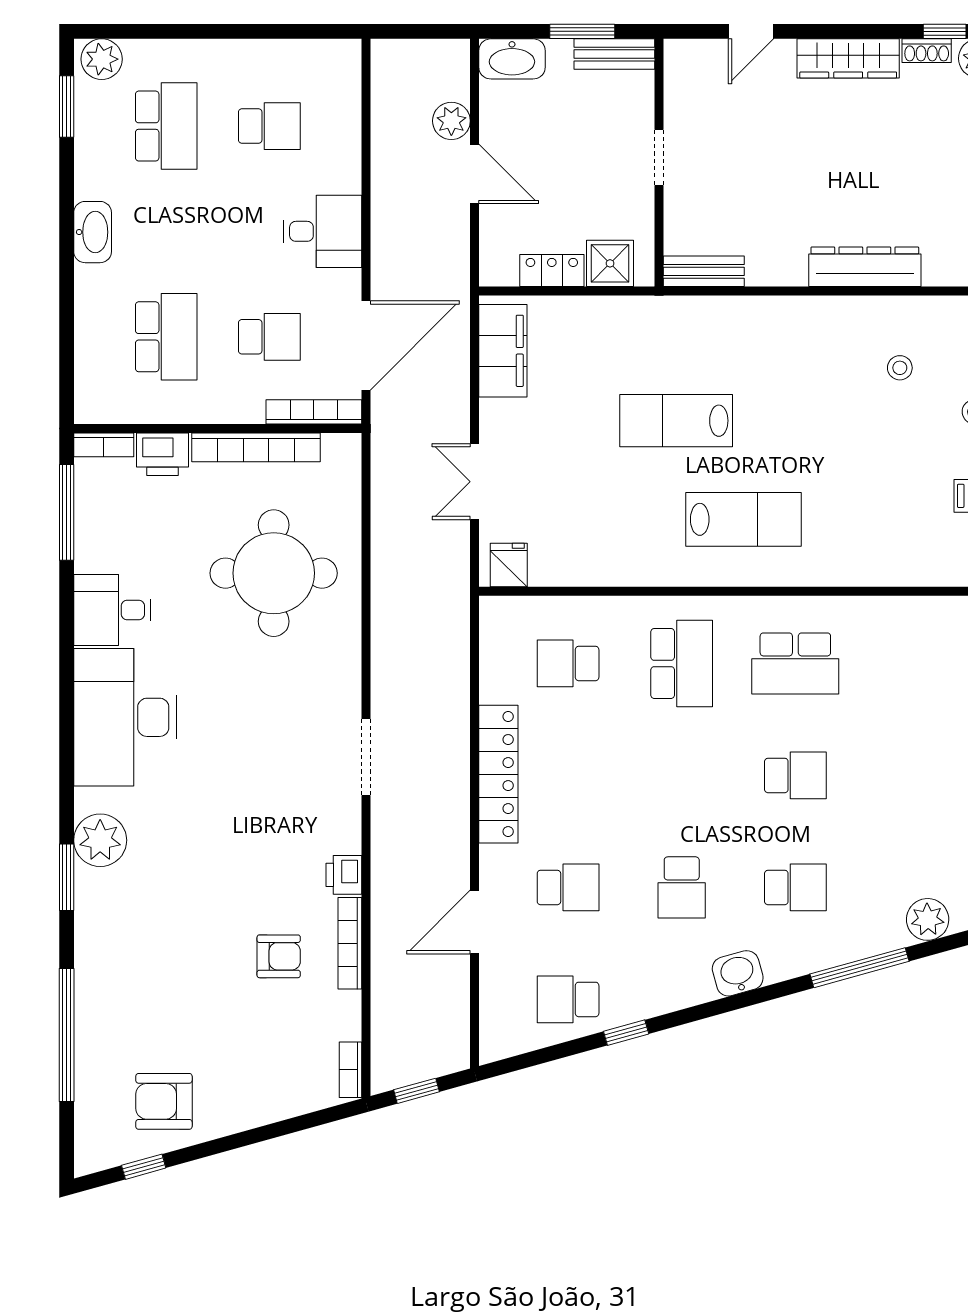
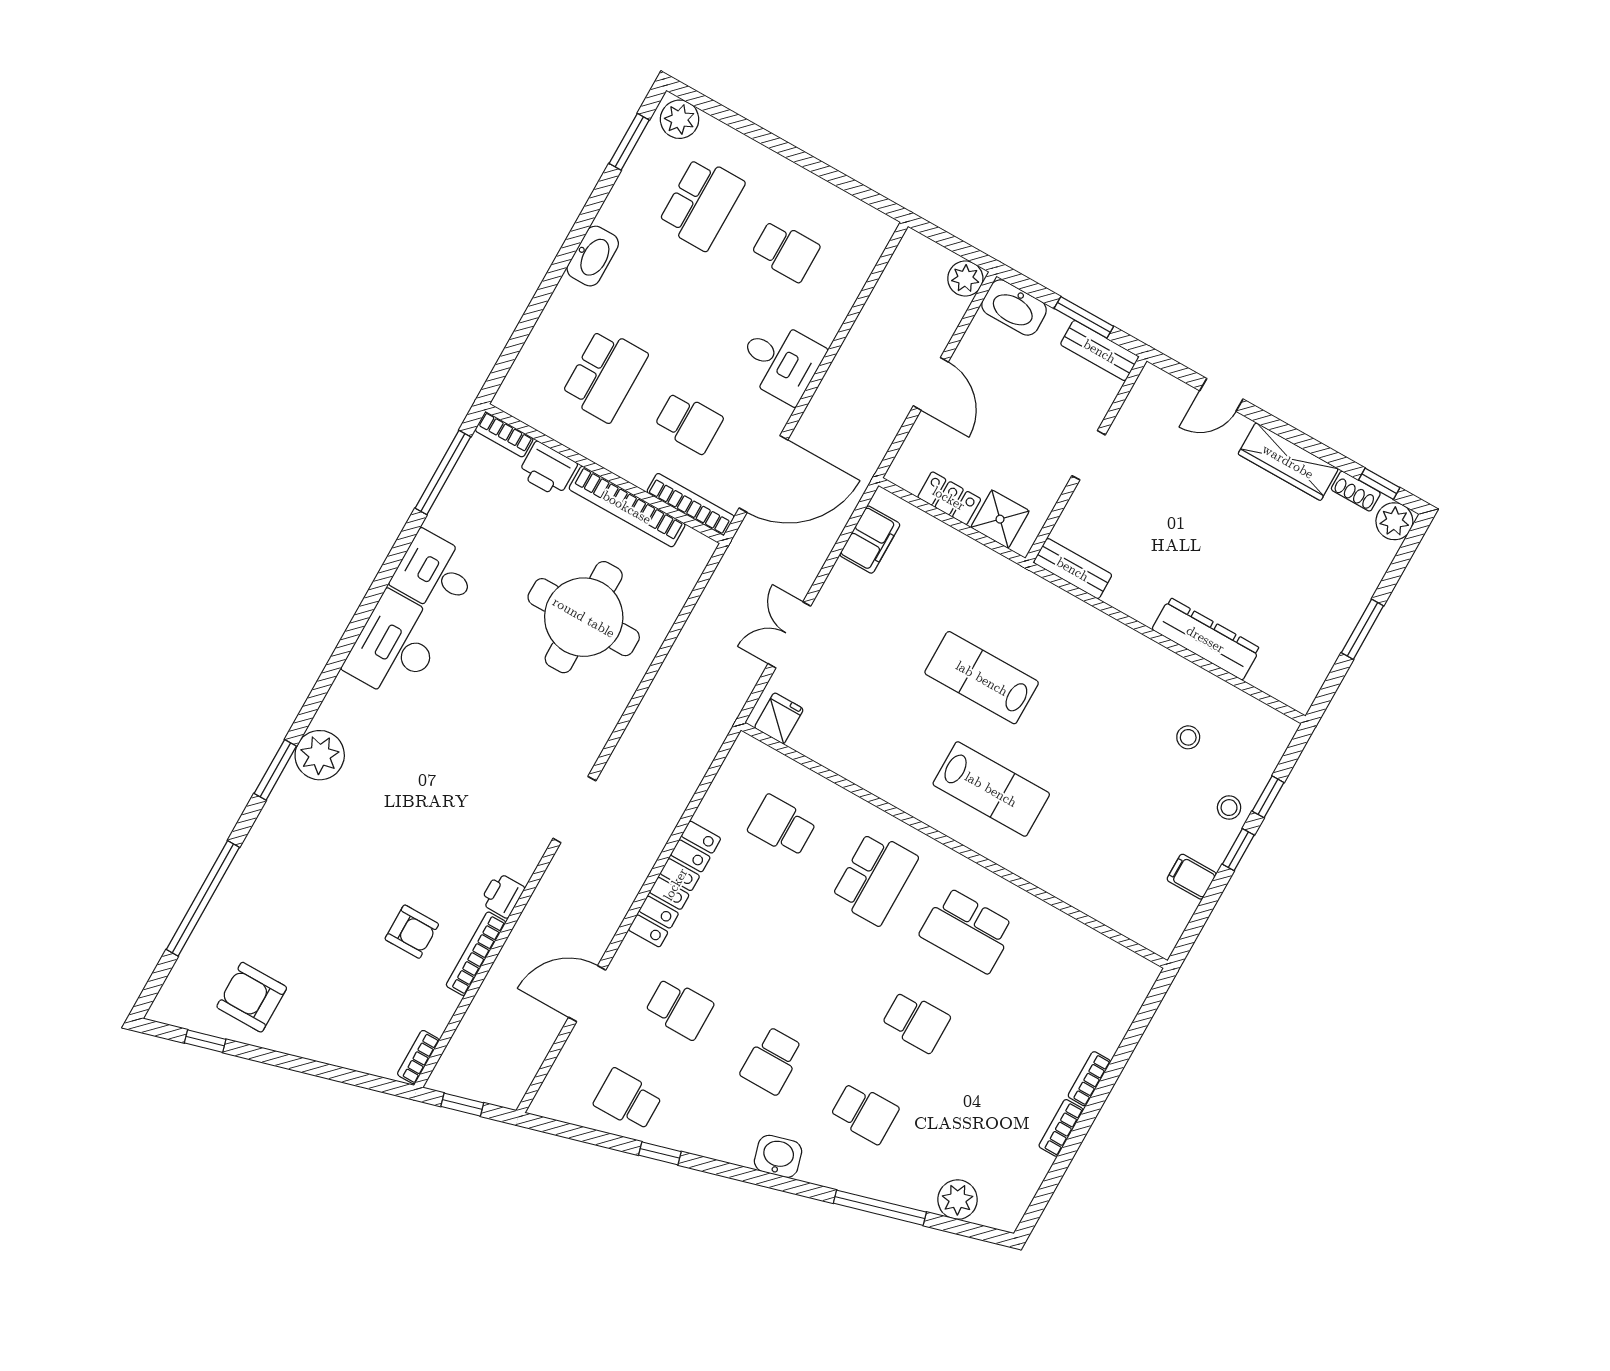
plant: (451, 121) -> (965, 278), moved
filing cabinet: (503, 351) -> (870, 540), width x0.67, depth x0.86
desk: (125, 717) -> (395, 646), width x0.73, depth x0.77

